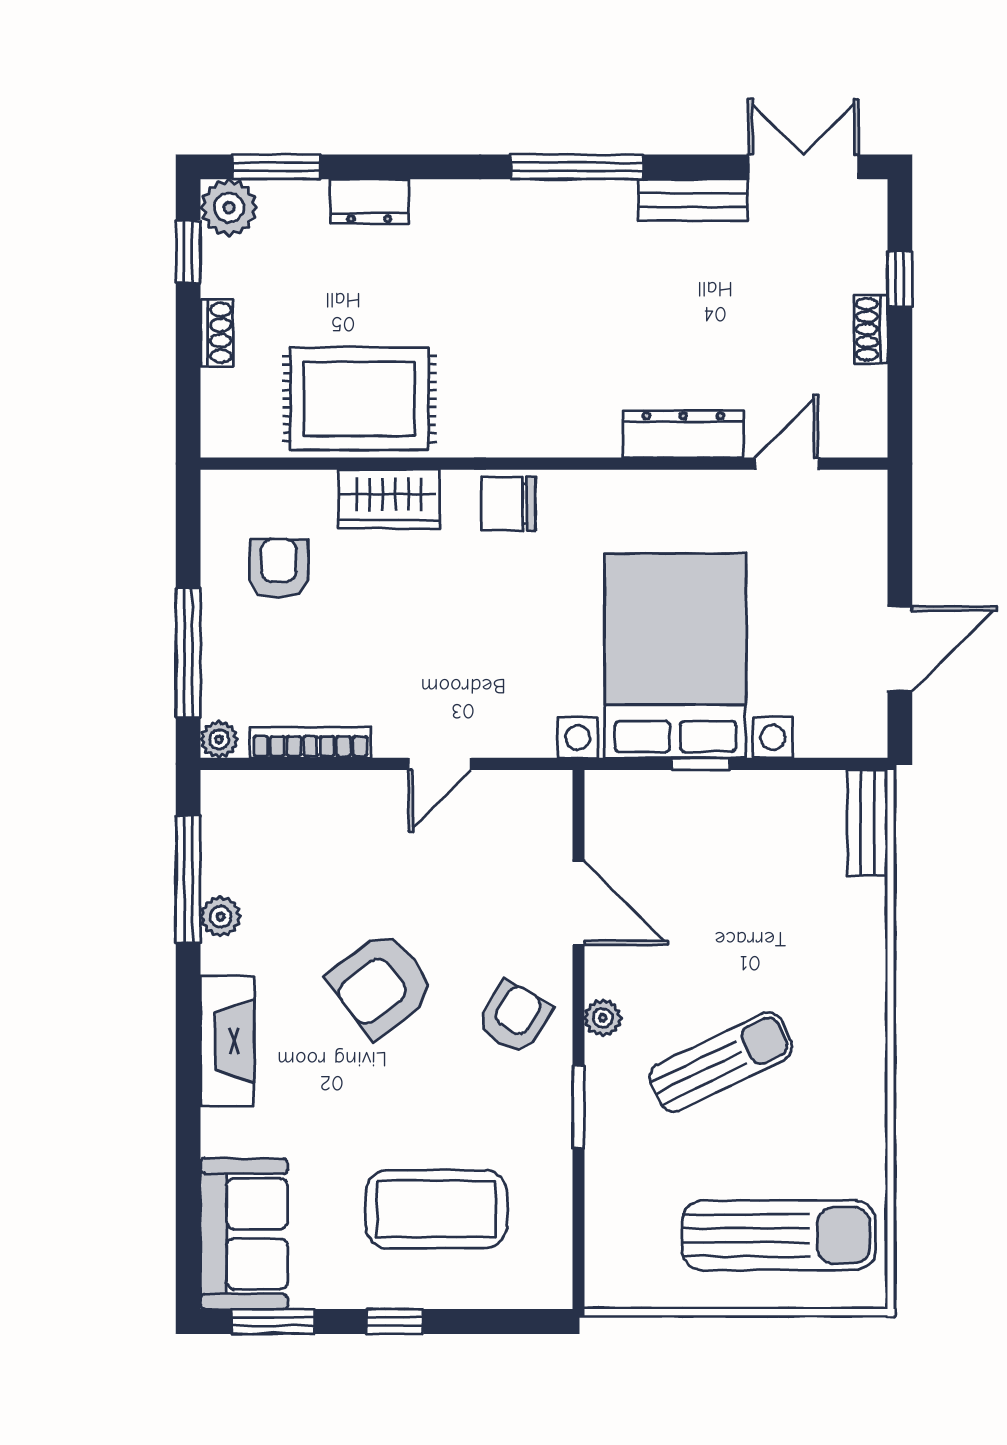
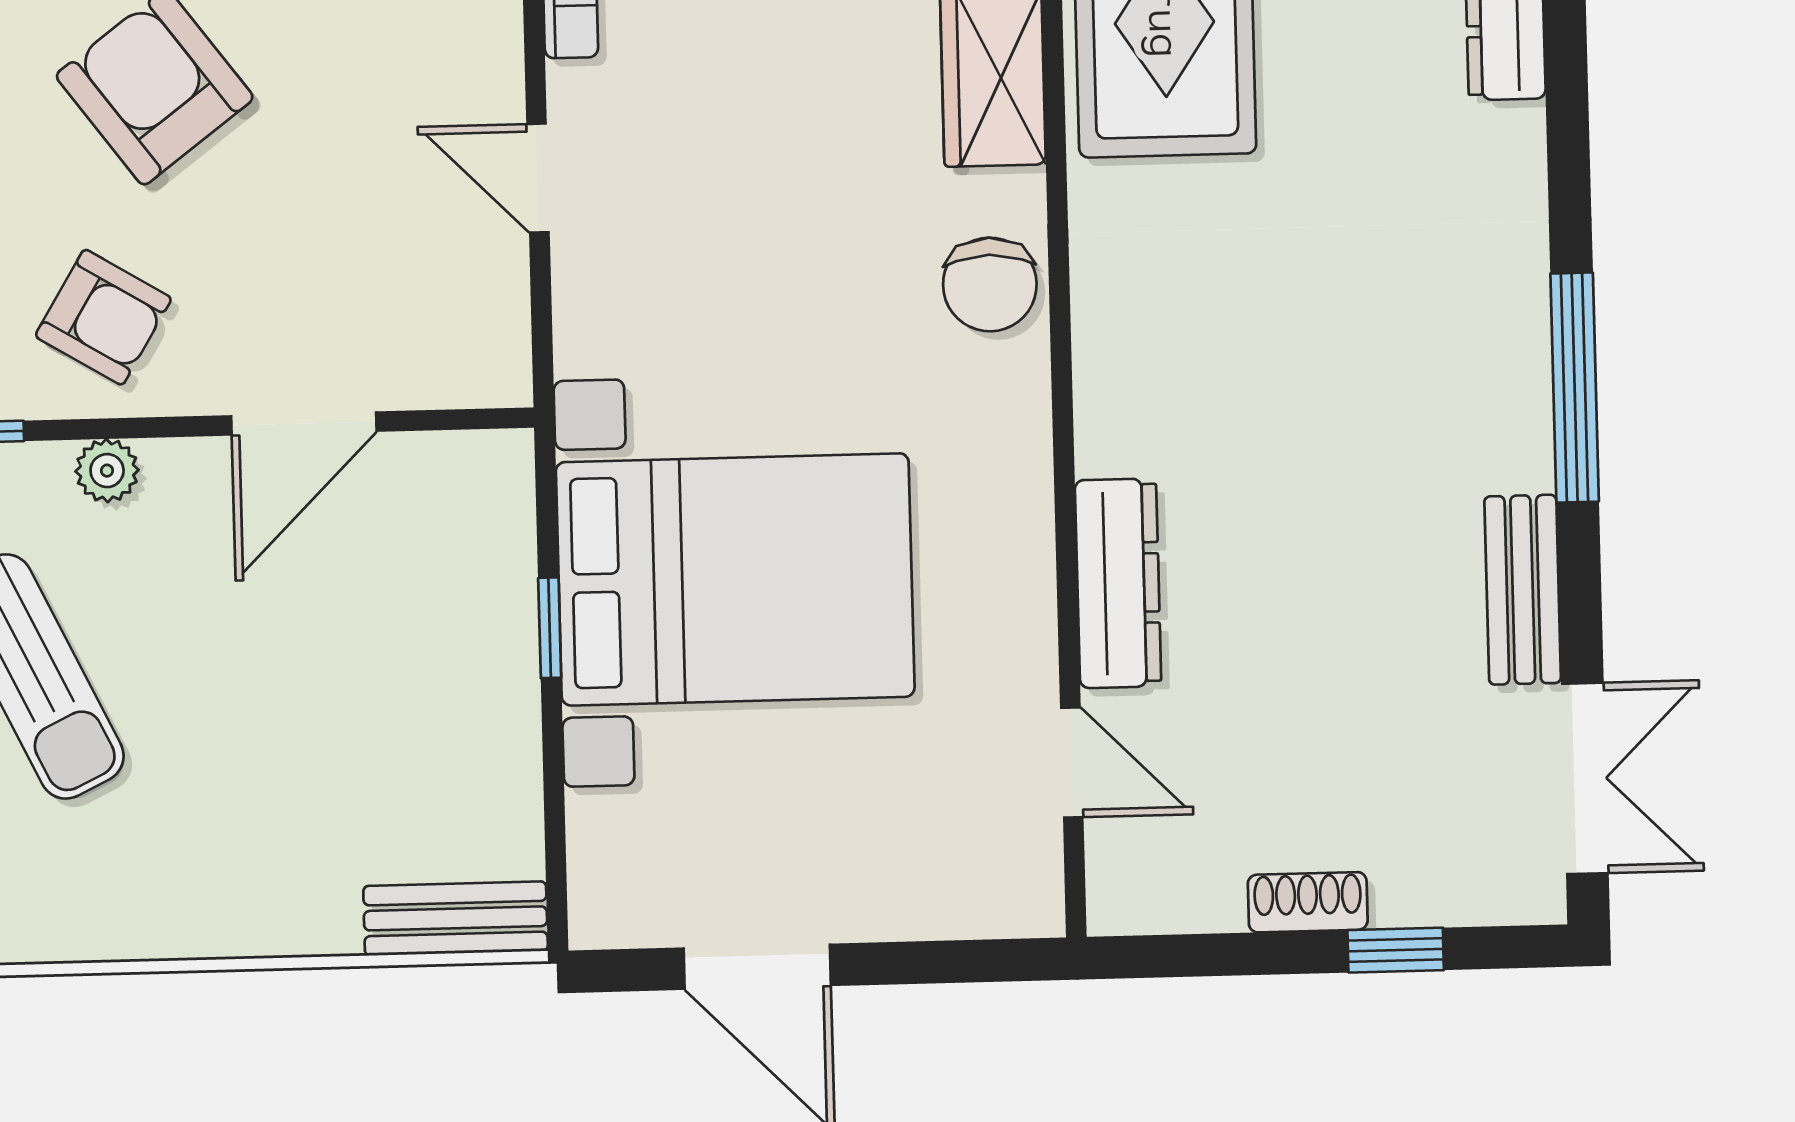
chair: (508, 504) -> (990, 285), turned 180

